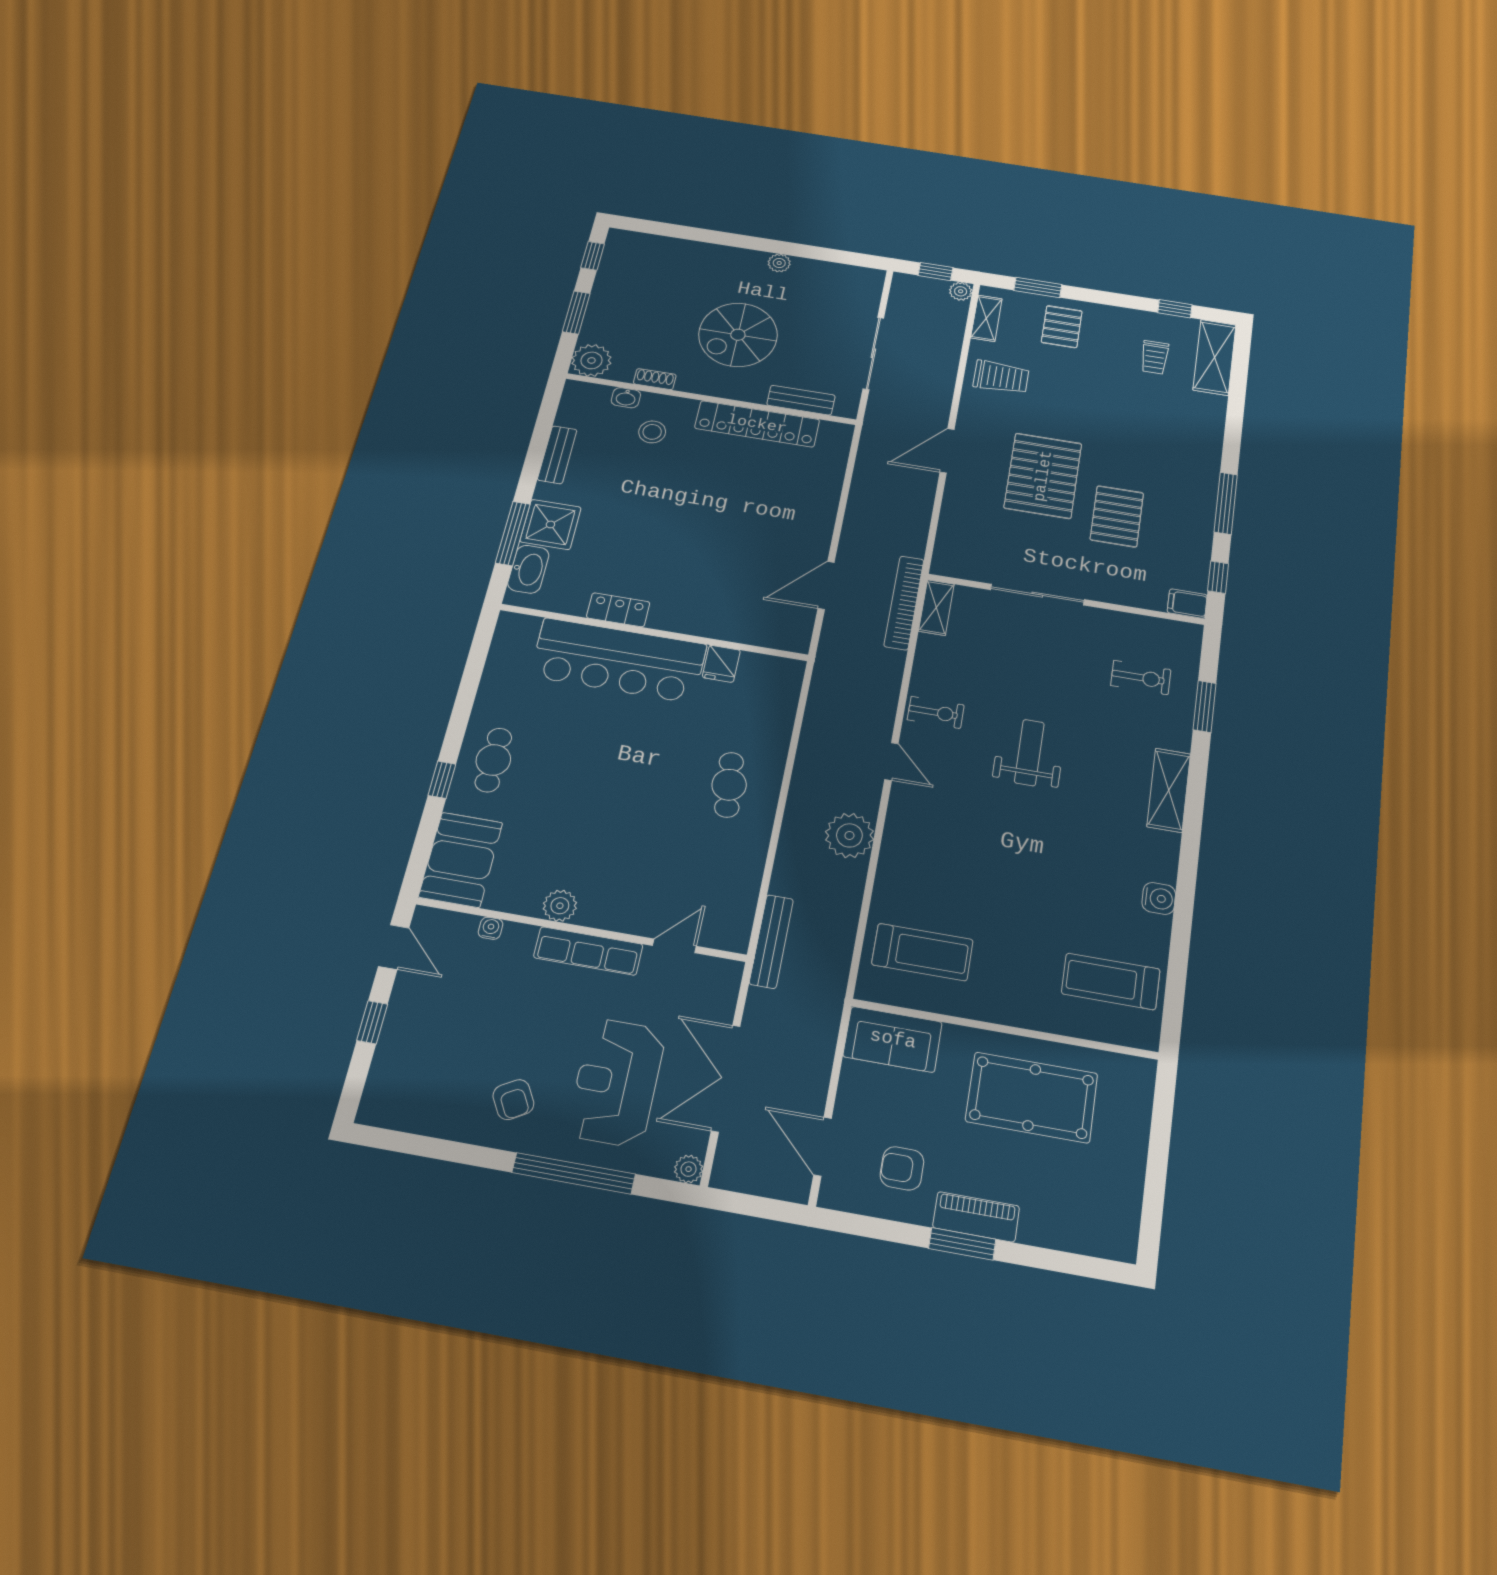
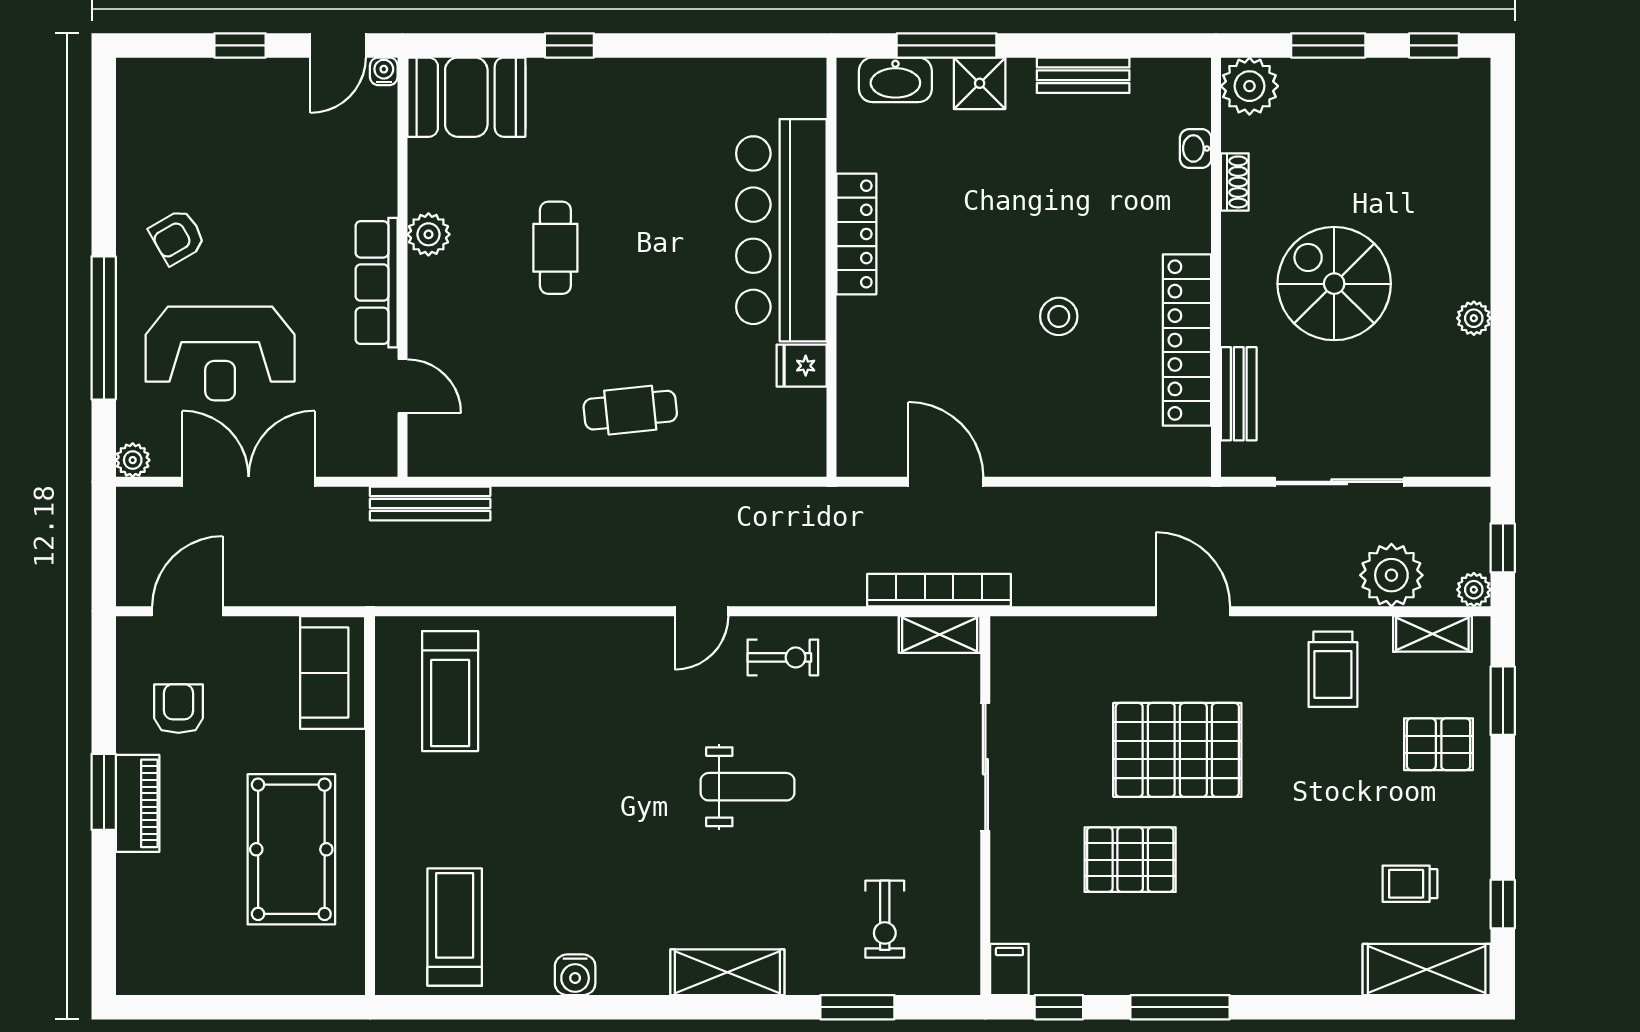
stool: (652, 432) -> (1059, 316), moved
shower: (550, 524) -> (980, 83), width x0.73, depth x0.73
locker: (618, 610) -> (856, 234), width x1.53
exercise bike: (936, 712) -> (783, 657), turned -90
cafe table: (493, 760) -> (555, 248), moved, turned 90
plant: (849, 835) -> (1391, 575), moved
water cooler: (491, 928) -> (384, 71), moved, turned -90
reception desk: (616, 1082) -> (220, 353), turned 180

